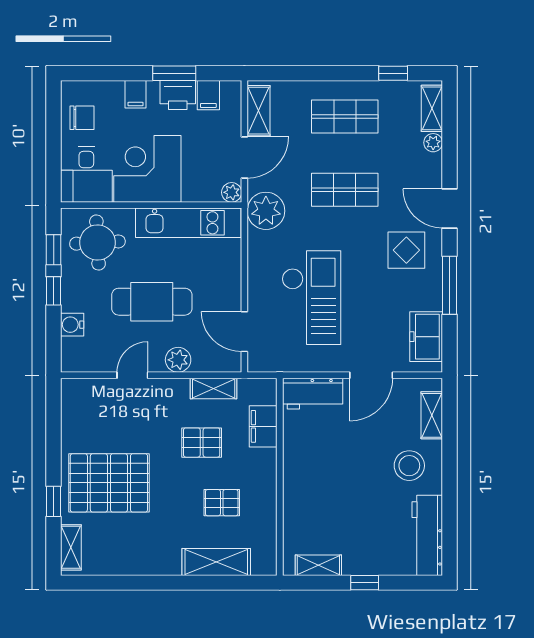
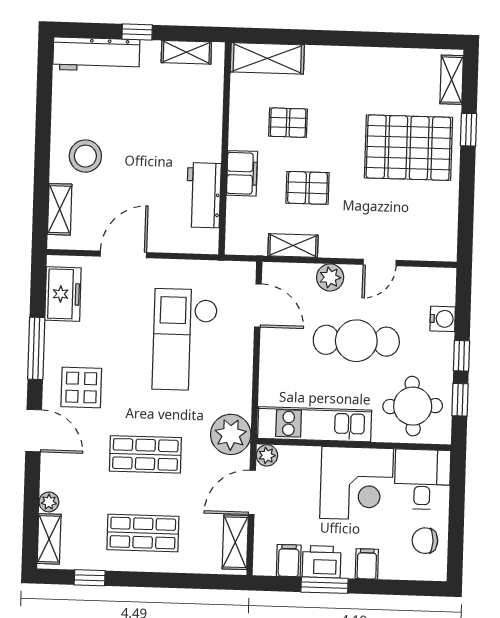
workbench: (313, 394) -> (204, 195), moved, turned -90
filing cabinet: (263, 426) -> (242, 173), moved
workbench: (427, 535) -> (96, 55), moved, turned 90
shelving: (216, 562) -> (267, 58), moved

